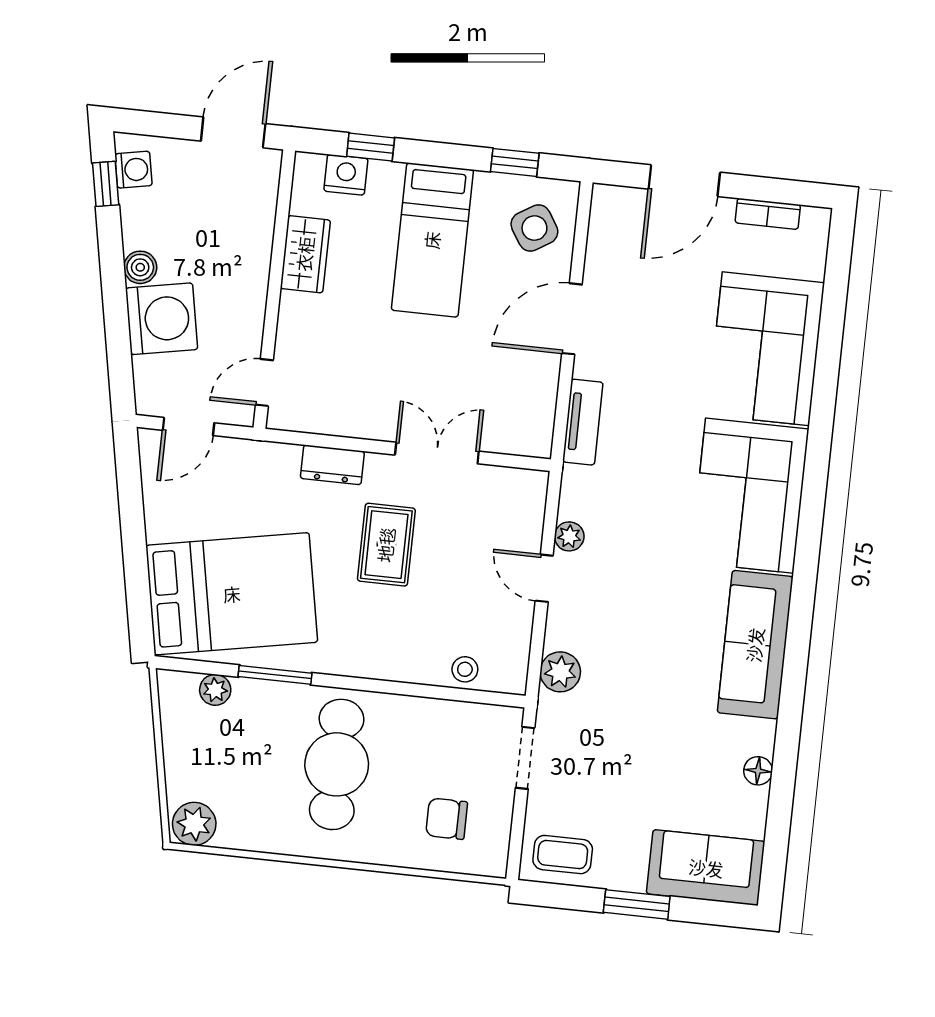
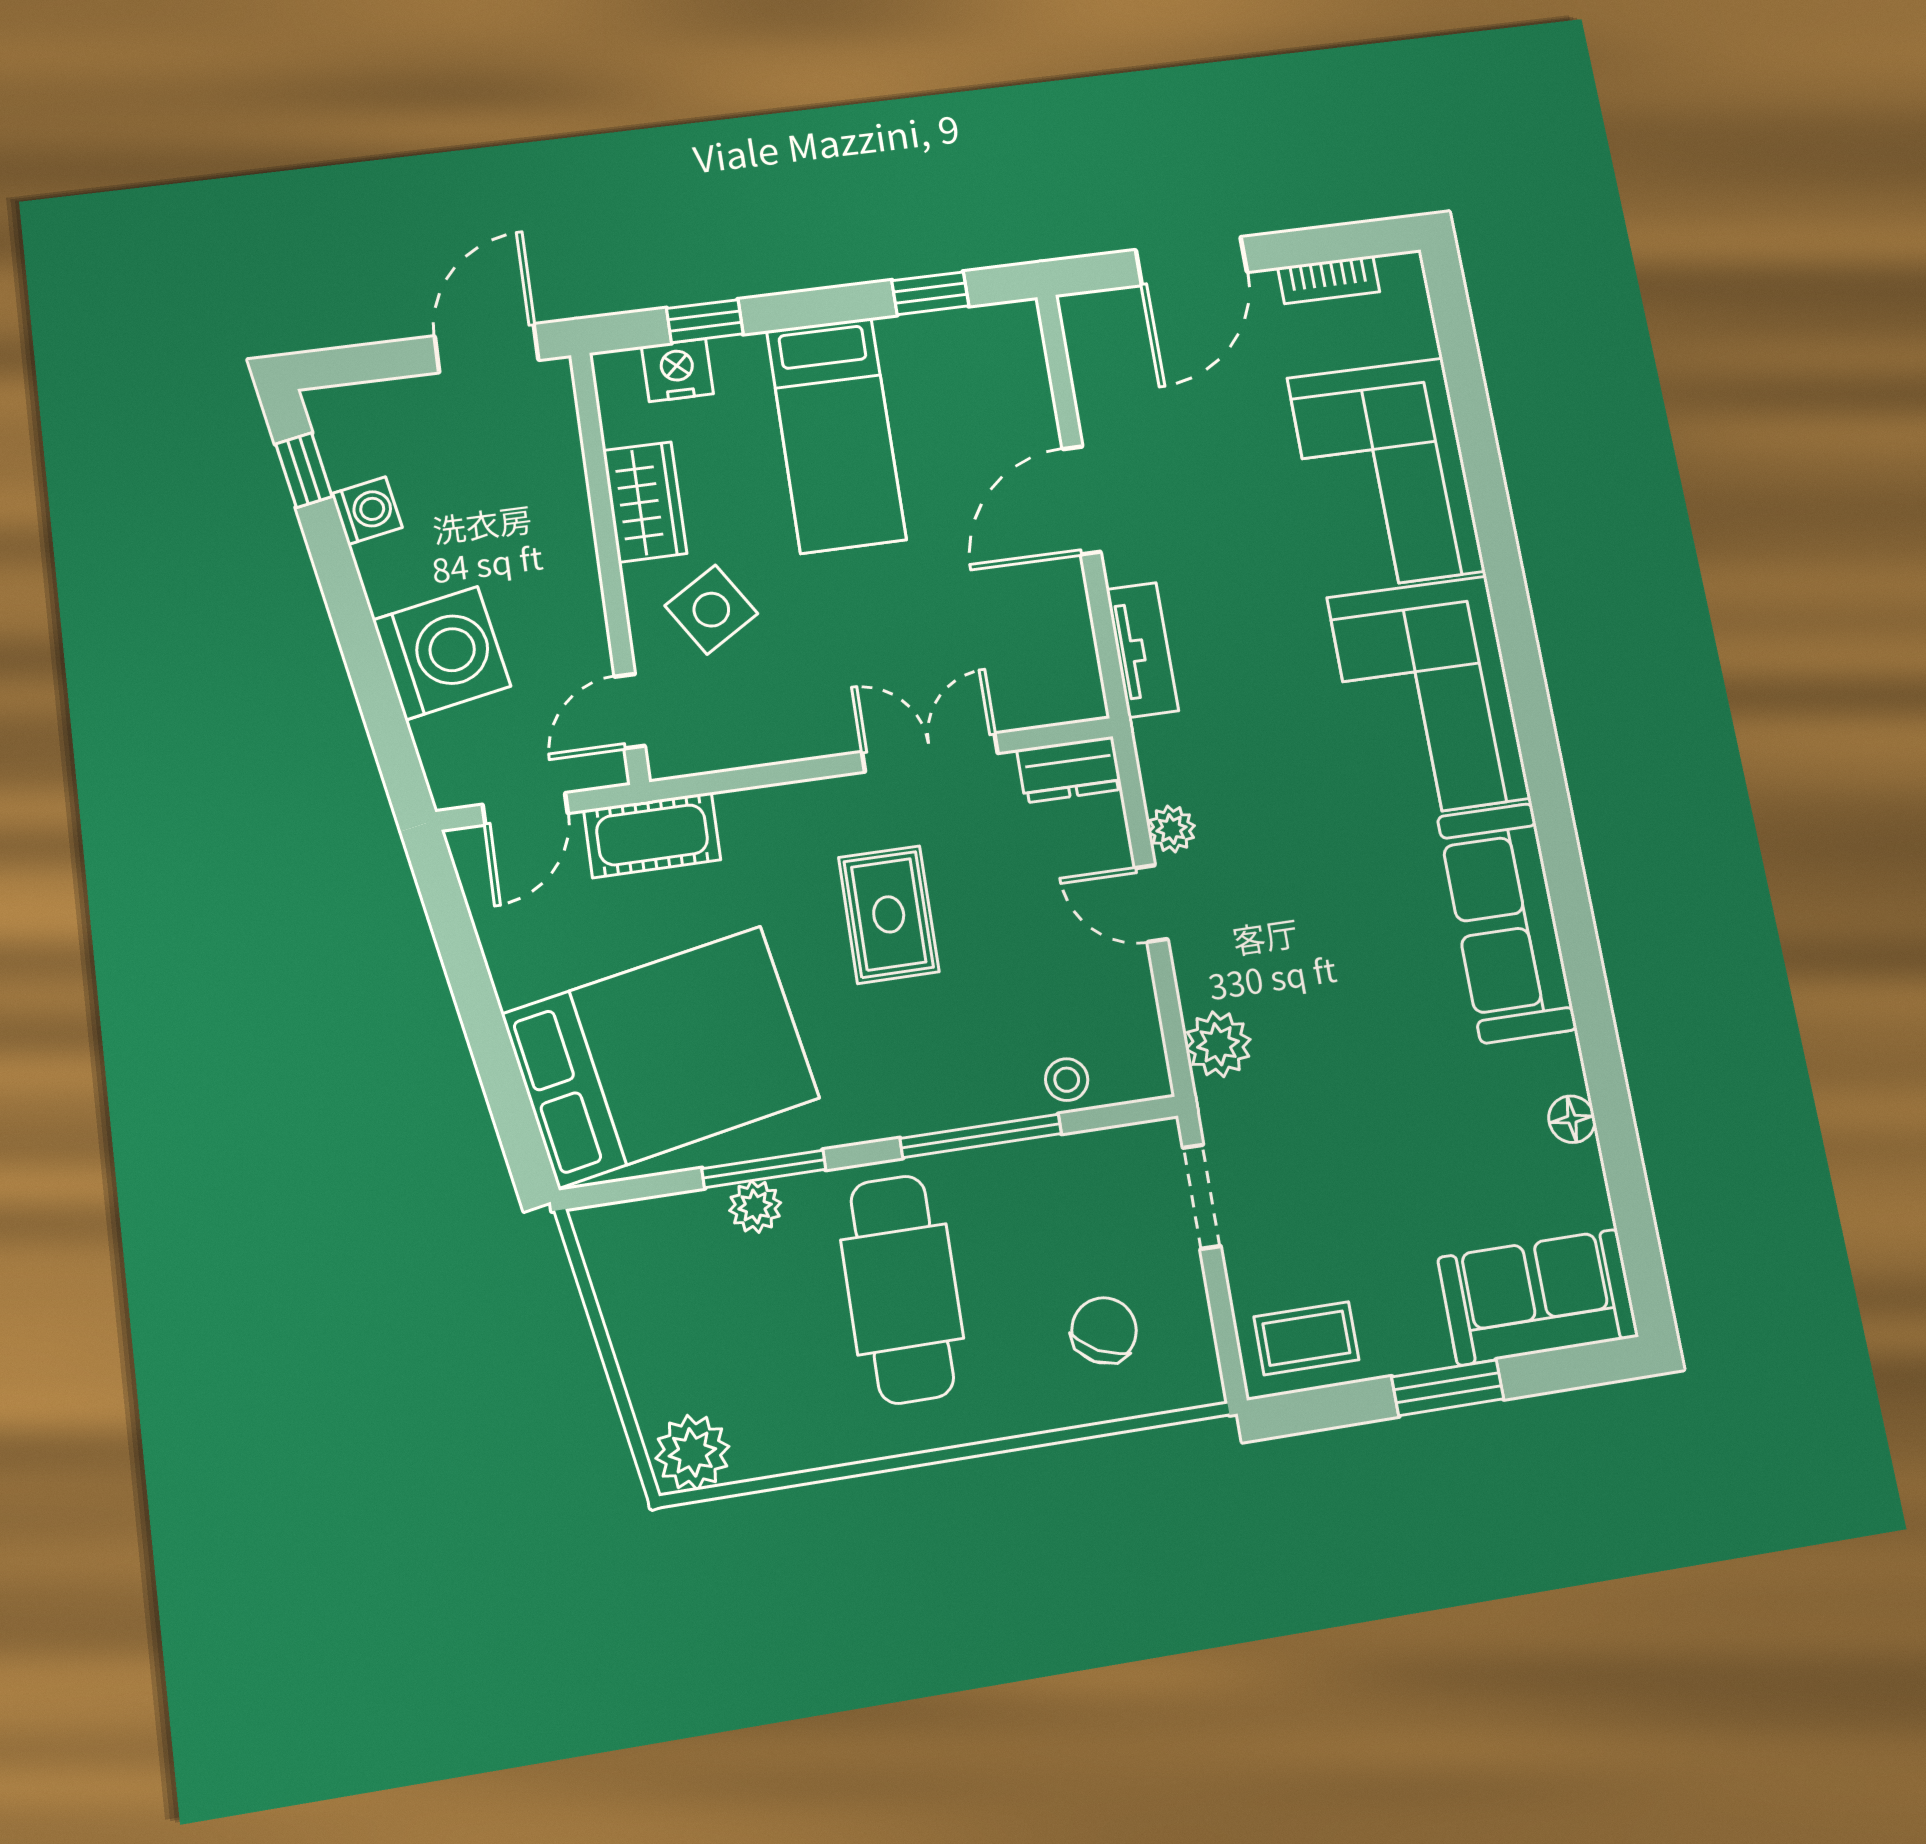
washing machine: (134, 170) -> (367, 511), moved
side table: (534, 228) -> (711, 610), moved
boiler: (140, 267) -> (389, 583), removed
cot: (259, 461) -> (652, 835), added
dresser: (332, 465) -> (1069, 770), moved
window: (406, 689) -> (981, 1136), added
plant: (215, 690) -> (755, 1207), moved
chair: (447, 819) -> (1104, 1330), turned 117

